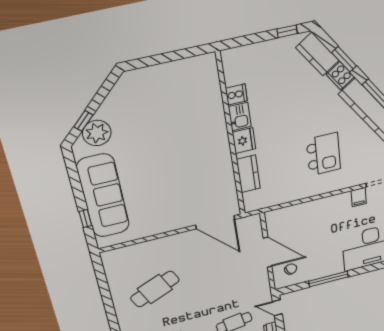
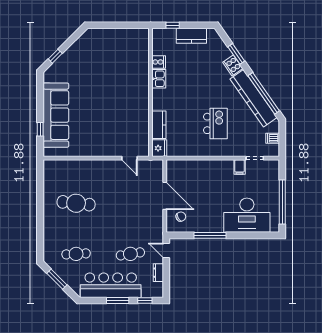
window: (287, 31) -> (173, 25), moved
kitchen counter: (317, 54) -> (191, 36), moved, turned -55
plant: (97, 133) -> (62, 67), removed
fridge: (244, 141) -> (159, 148), moved
door: (215, 222) -> (129, 158), width x0.53
cafe table: (155, 289) -> (76, 203), turned 30

